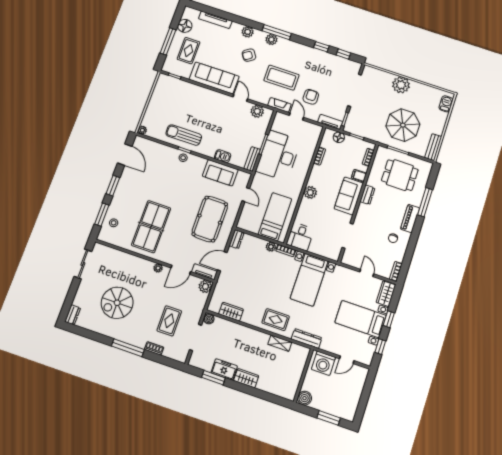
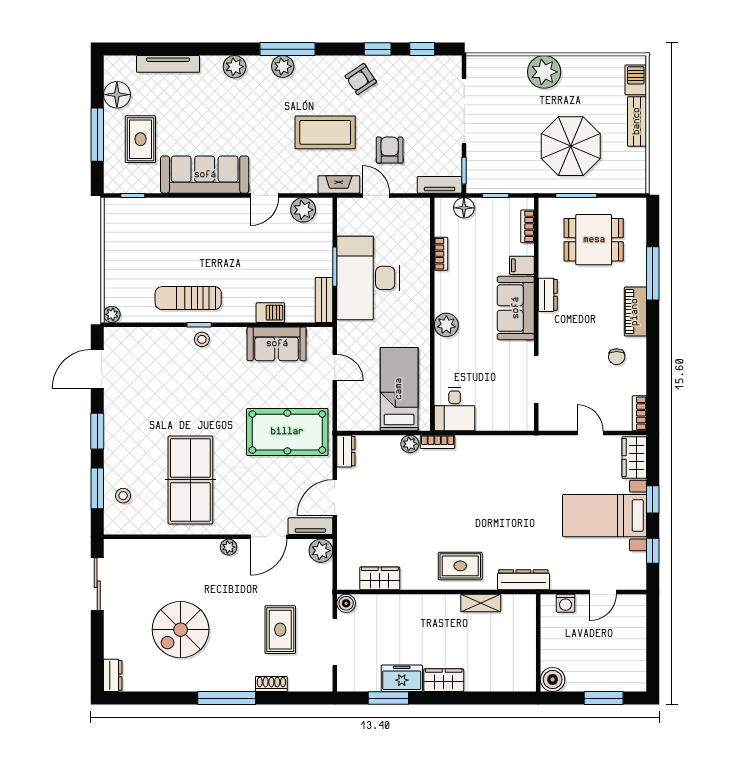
armchair: (249, 55) -> (361, 79), moved
door: (240, 98) -> (264, 195), swing flipped
bench: (433, 147) -> (637, 121), moved
door: (125, 155) -> (97, 369), swing flipped
pool table: (210, 219) -> (287, 432), turned 90
bed with nightstands: (309, 280) -> (495, 478), removed
washing machine: (323, 363) -> (566, 603), width x0.53, depth x0.53

